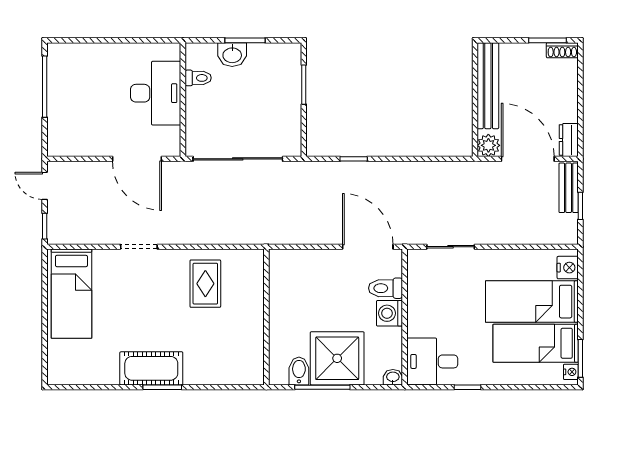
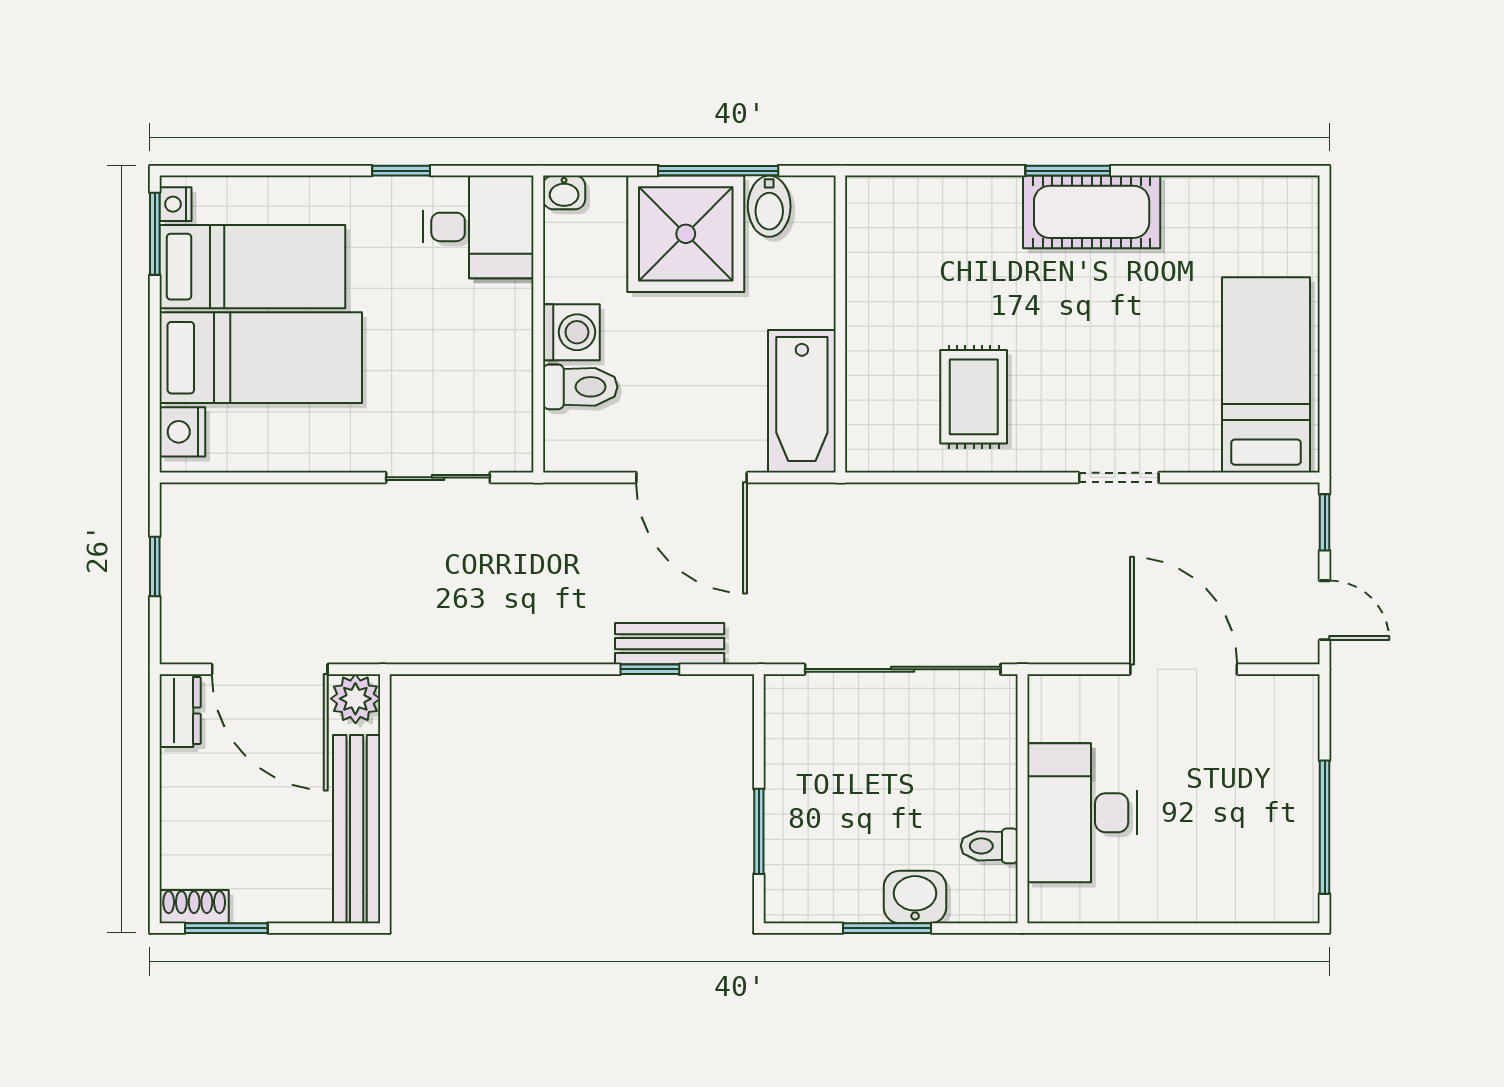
door: (137, 159) -> (1184, 669), moved
bench: (569, 188) -> (670, 644), moved, turned 90
door: (368, 247) -> (692, 477), moved
bathtub: (284, 282) -> (802, 401), added

